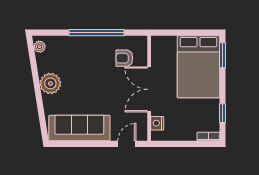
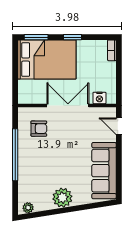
armchair: (124, 58) -> (39, 129), turned -90
double door: (149, 89) -> (68, 106), swing flipped
window: (222, 113) -> (72, 37), moved

